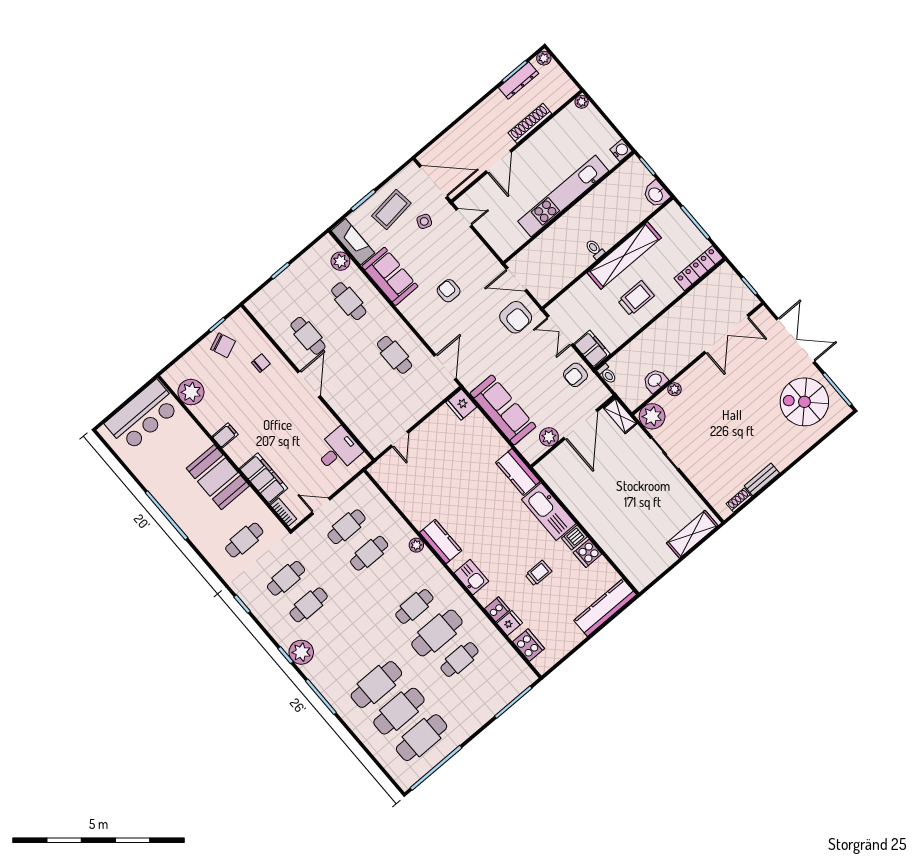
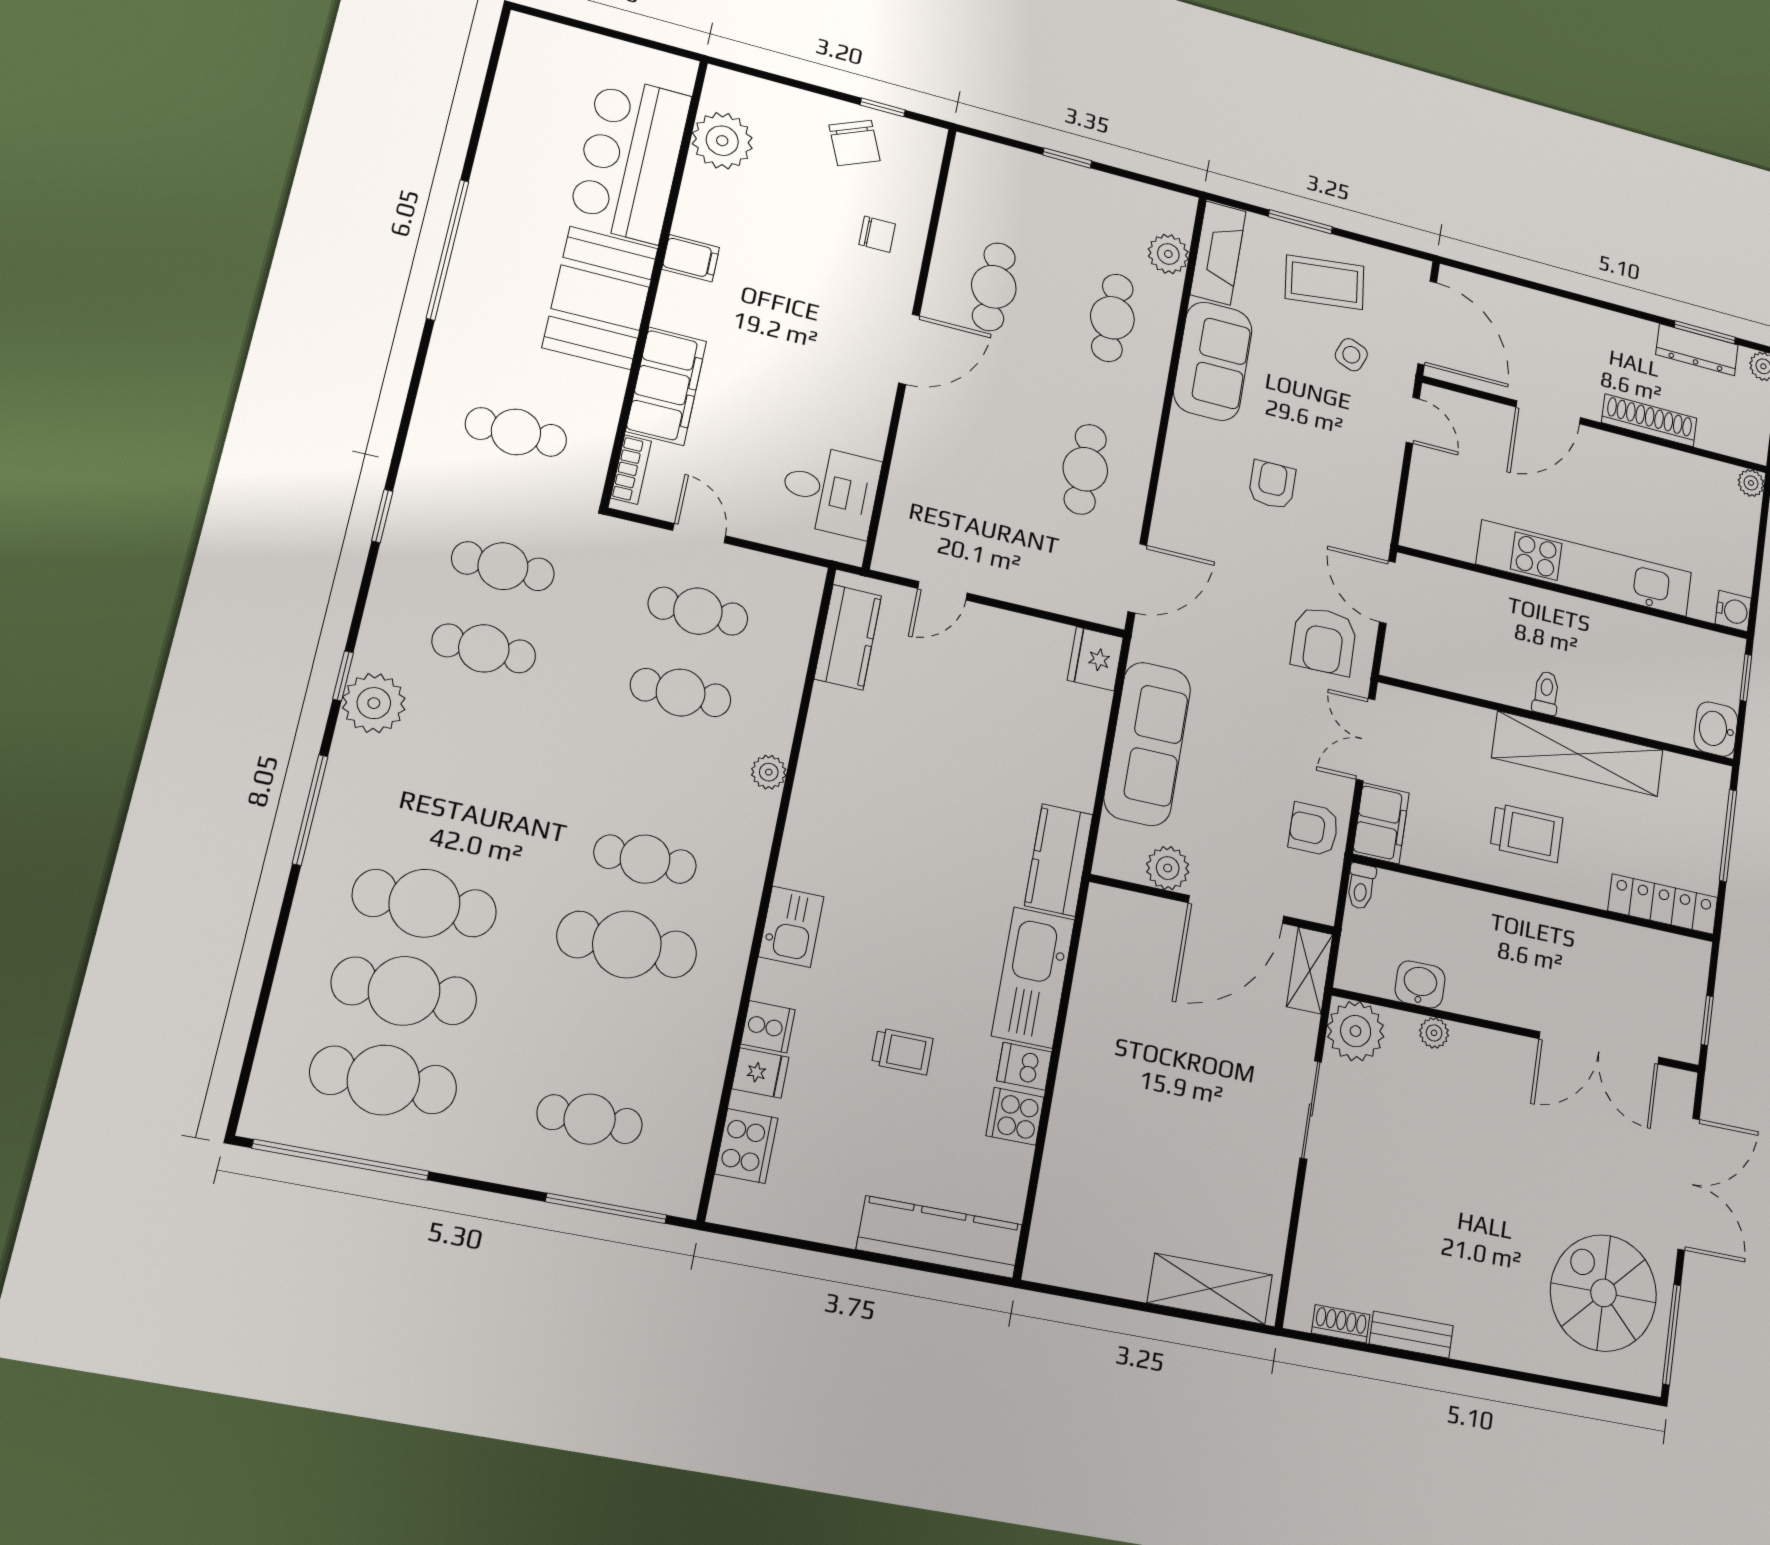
bar counter: (143, 416) -> (630, 159), moved, turned 90
kitchen counter: (441, 541) -> (848, 637), moved
cafe table: (460, 660) -> (590, 1119), moved

